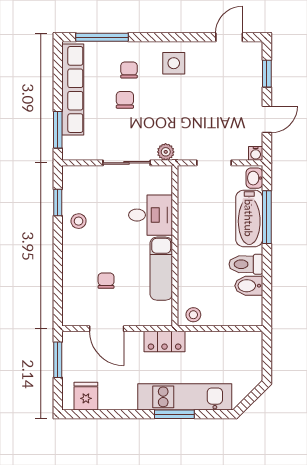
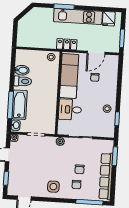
exam couch: (161, 269) -> (69, 76), width x1.36, depth x1.45
door: (107, 329) -> (96, 53), swing flipped
kitchen unit: (185, 397) -> (78, 16), moved

